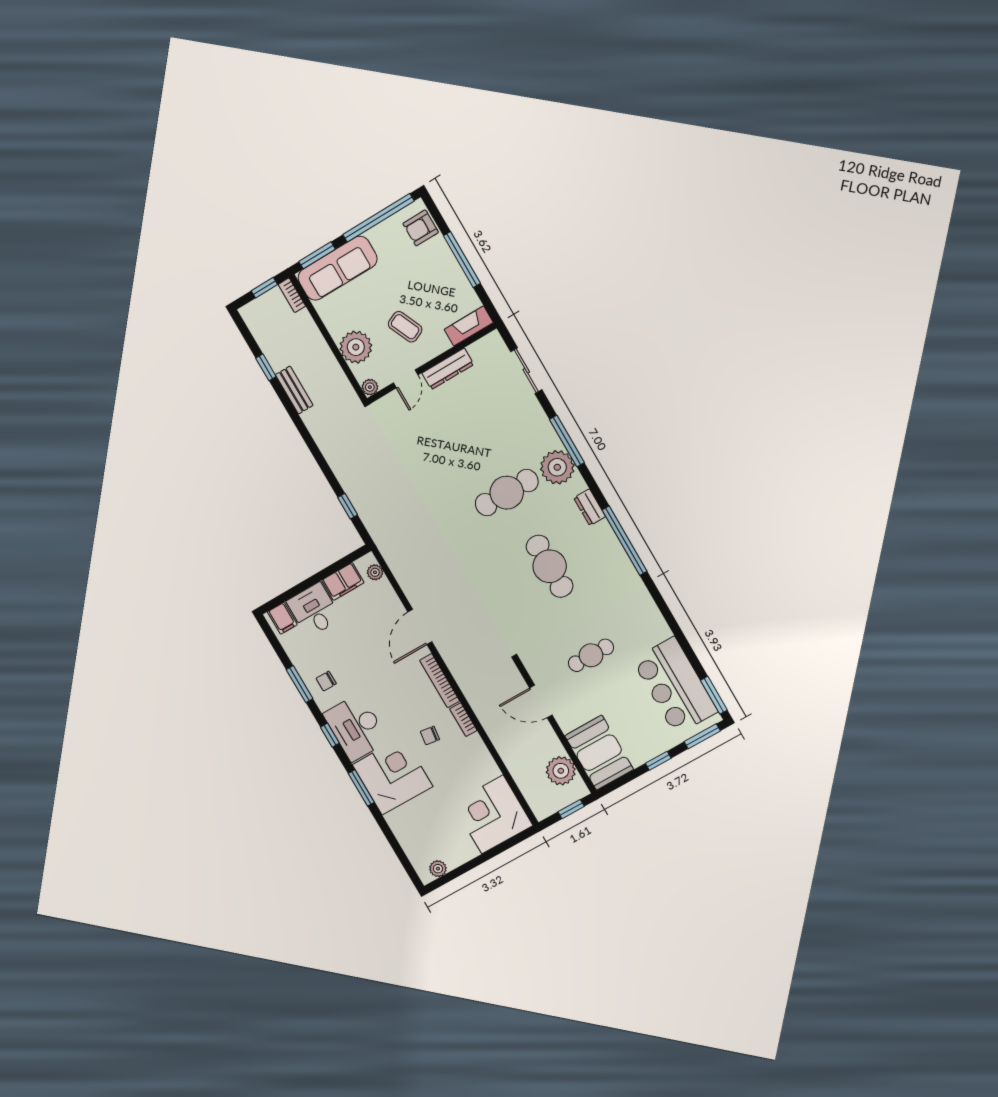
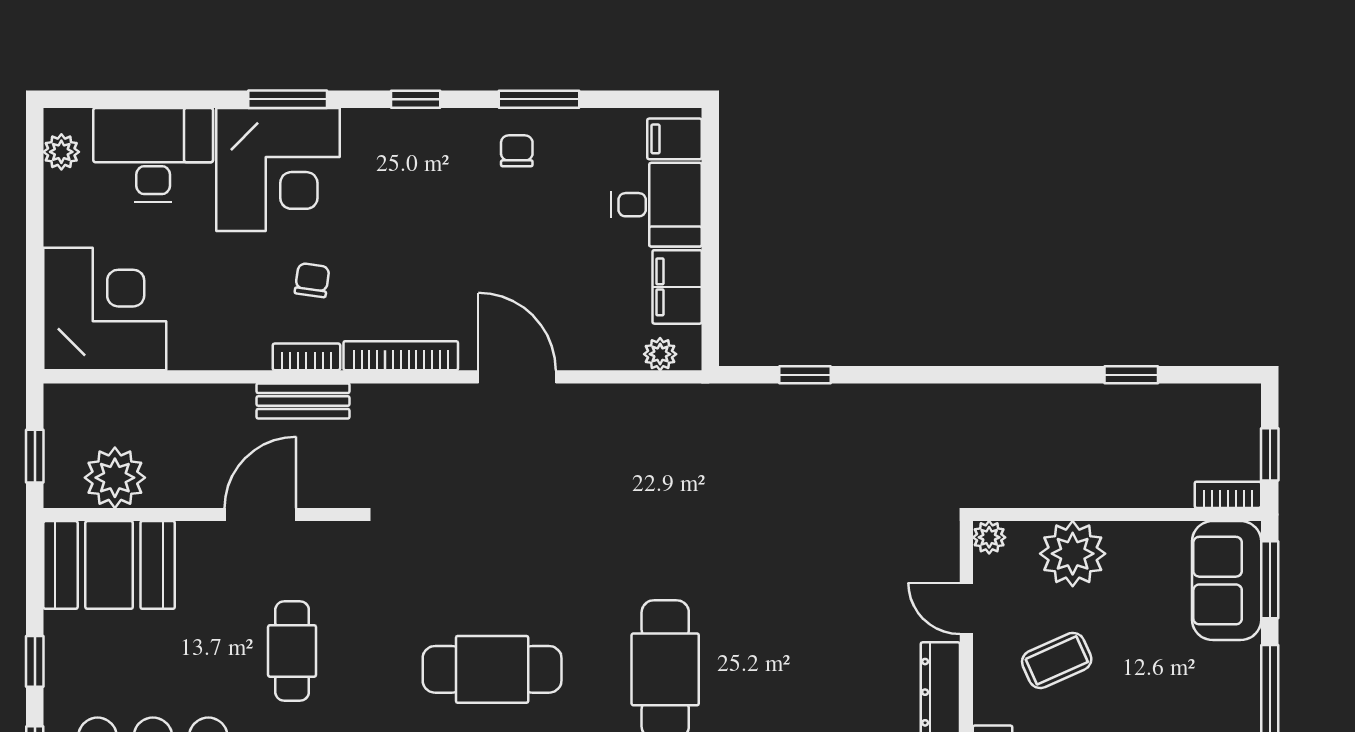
sofa: (337, 268) -> (1227, 581), width x0.73
bench: (294, 390) -> (303, 401), moved
desk: (356, 727) -> (153, 155), moved

